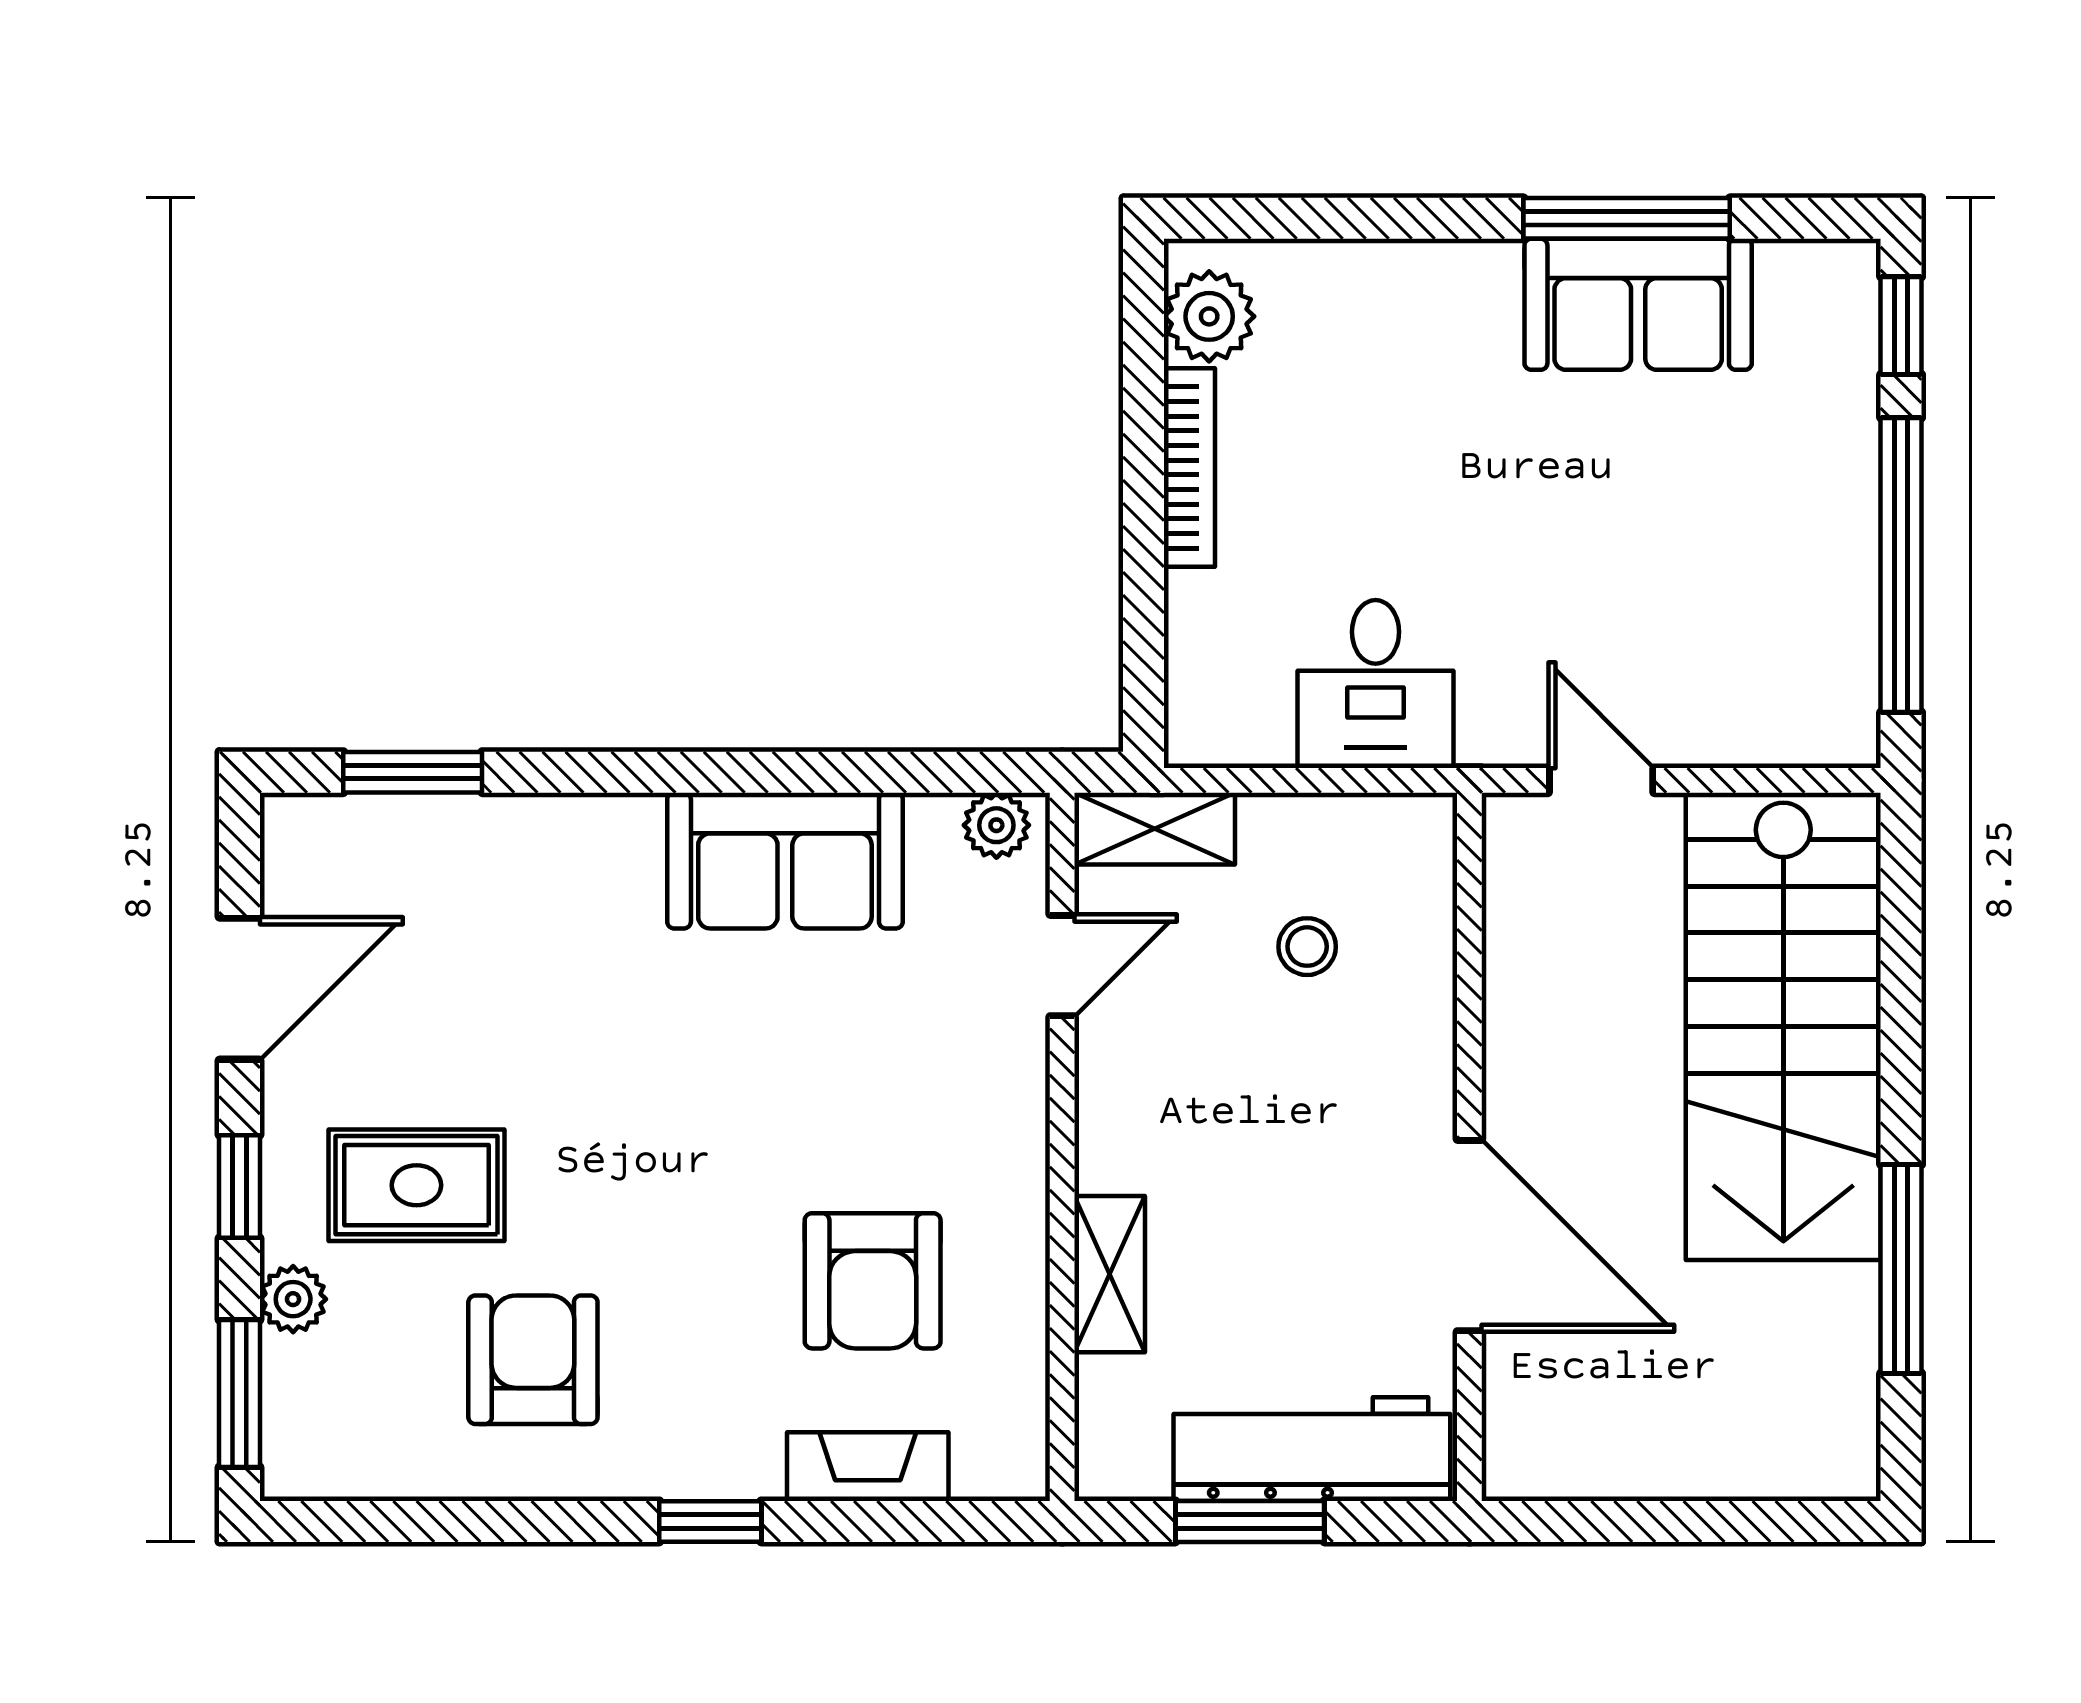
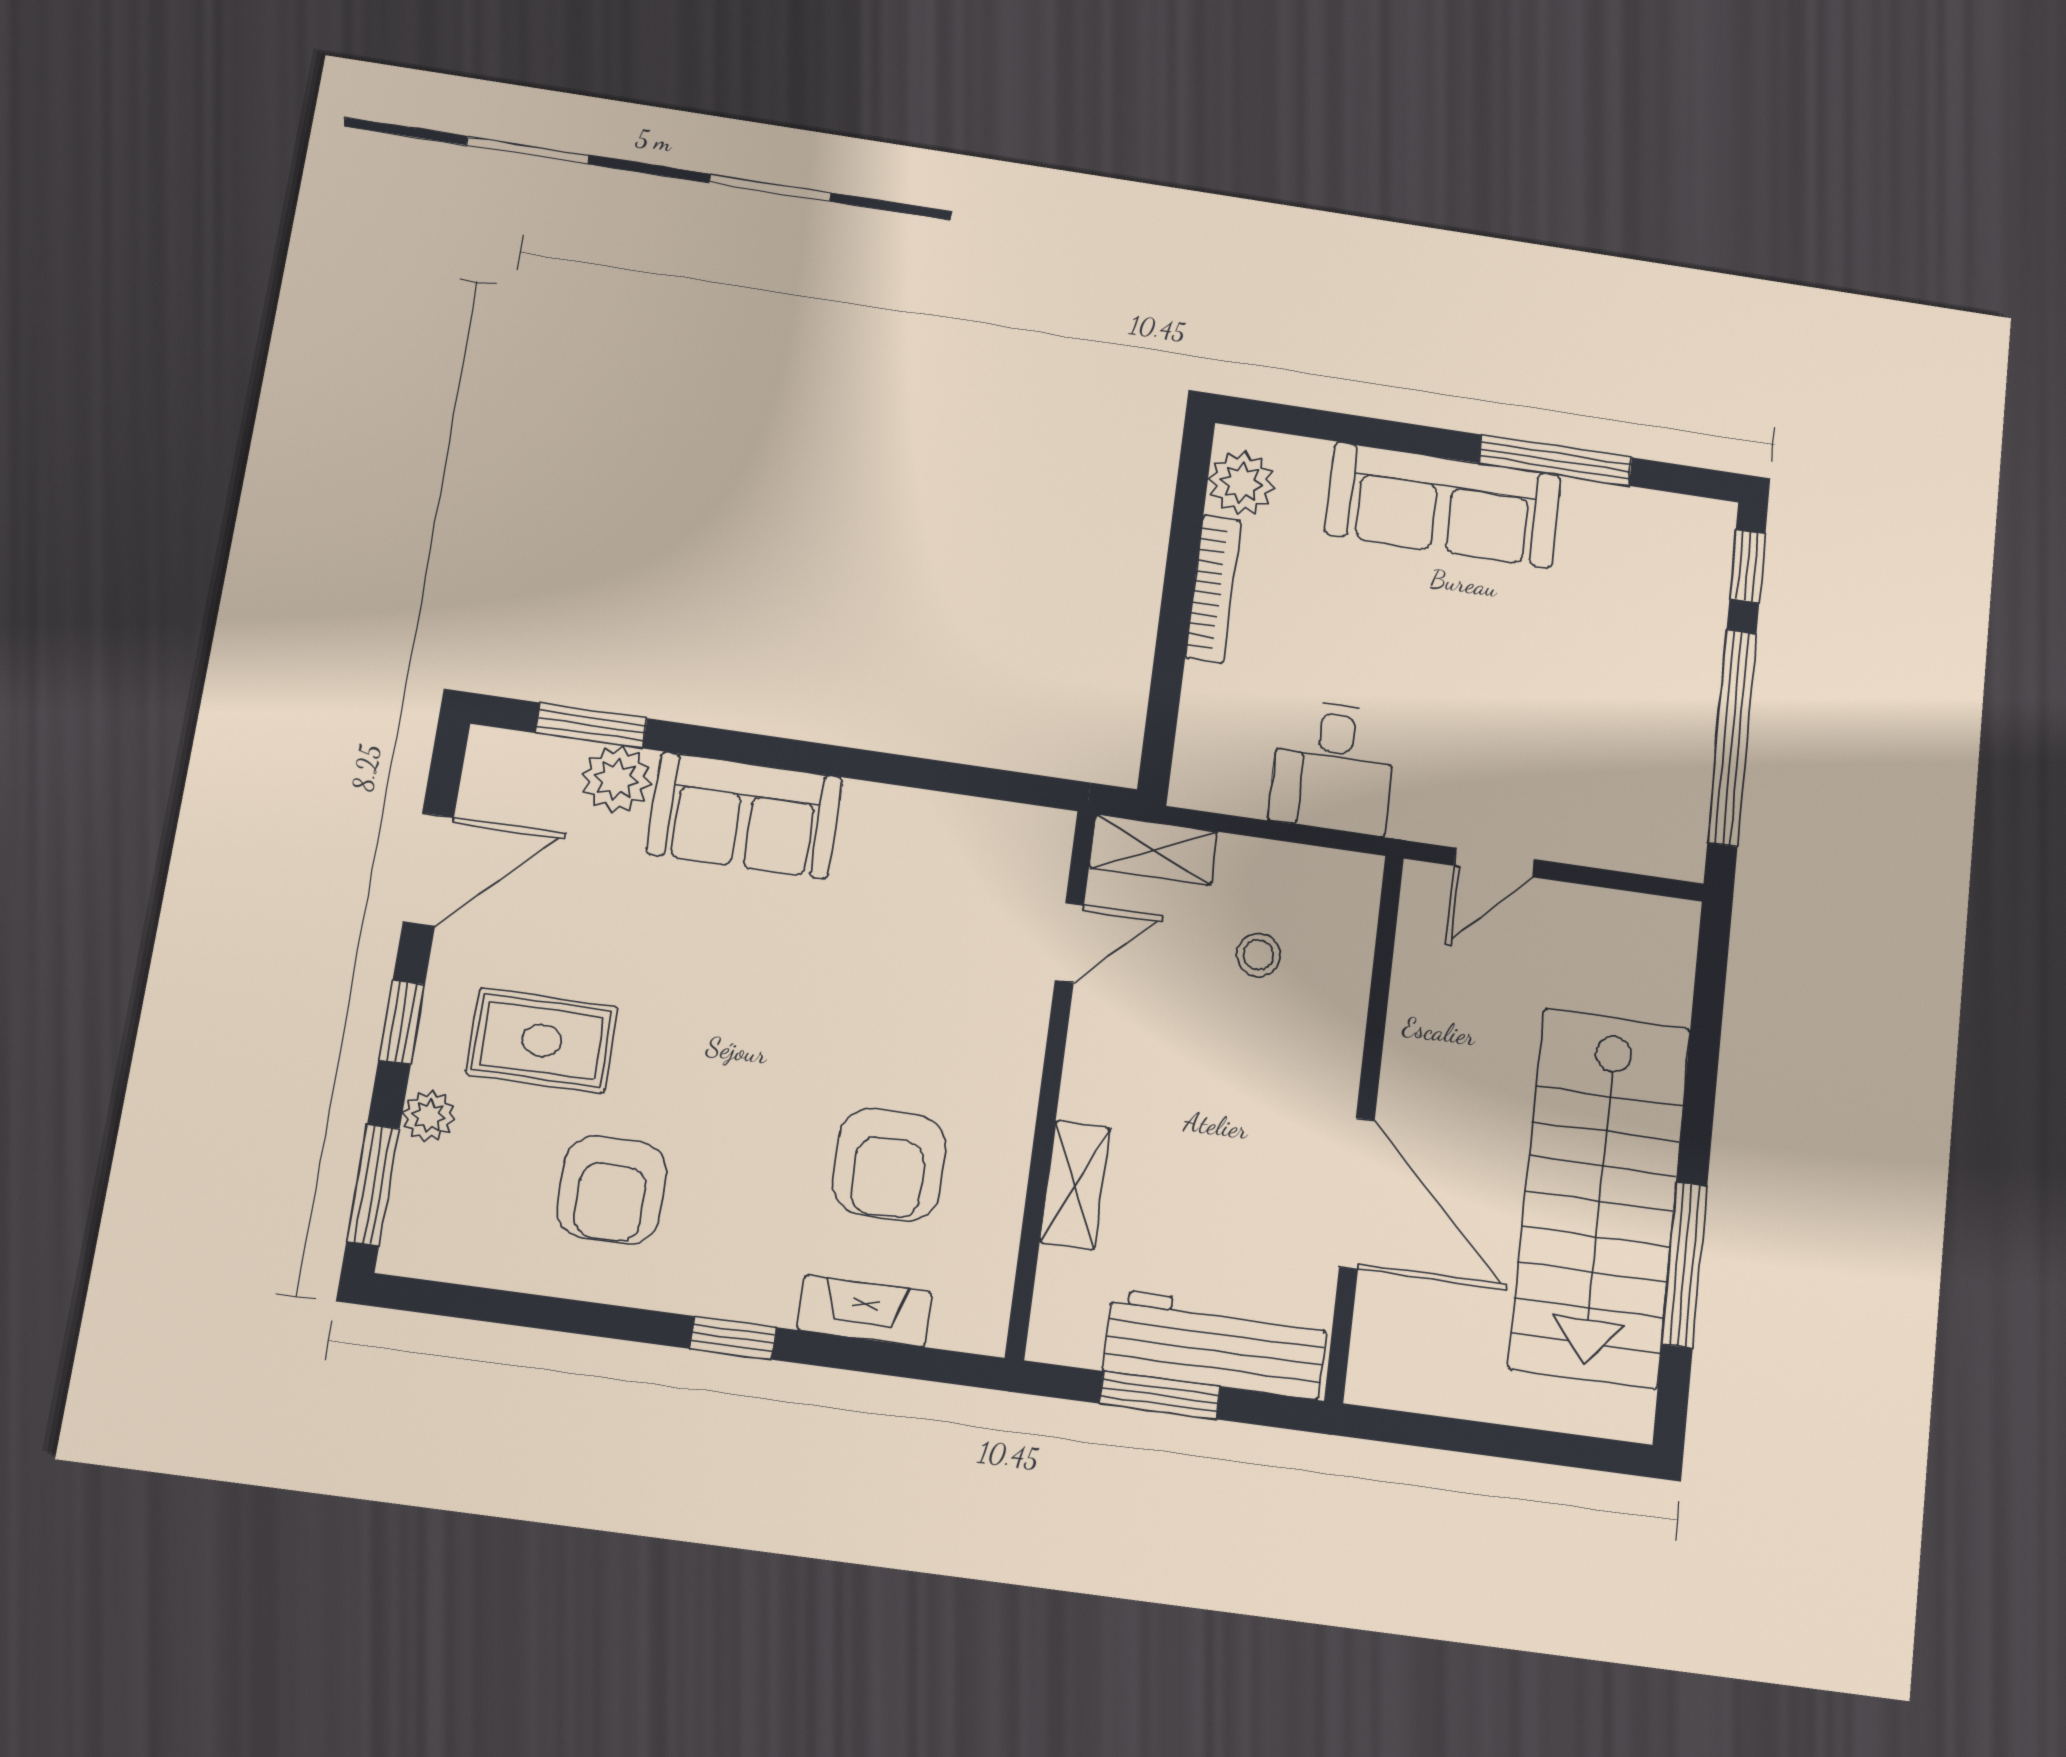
sofa: (1638, 304) -> (1443, 505), moved, width x1.36
door: (1601, 780) -> (1494, 862), swing flipped
plant: (996, 825) -> (617, 779), moved, width x1.38, depth x1.38
sofa: (785, 861) -> (745, 815), moved
stairs: (1783, 1026) -> (1600, 1197), moved
armchair: (533, 1360) -> (612, 1190), turned 180

